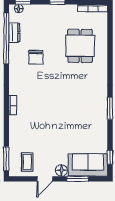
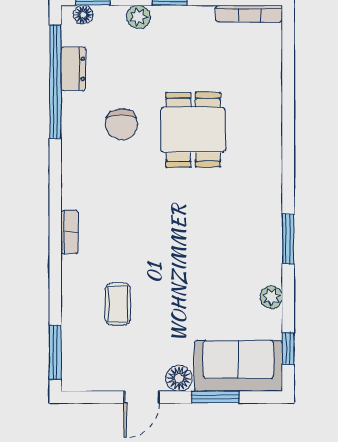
plant: (43, 10) -> (138, 17), added
dining table: (80, 46) -> (193, 130), moved
plant: (102, 134) -> (271, 297), added
coffee table: (27, 162) -> (118, 304), moved

